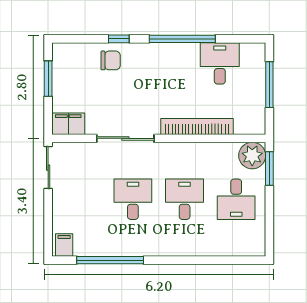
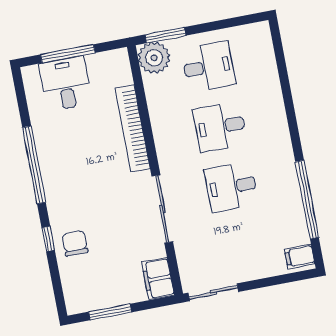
desk: (220, 63) -> (65, 84), moved, turned 90

